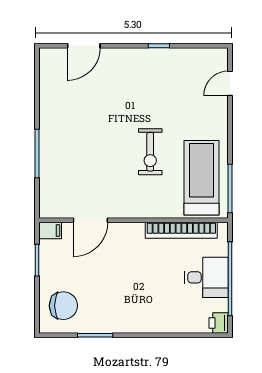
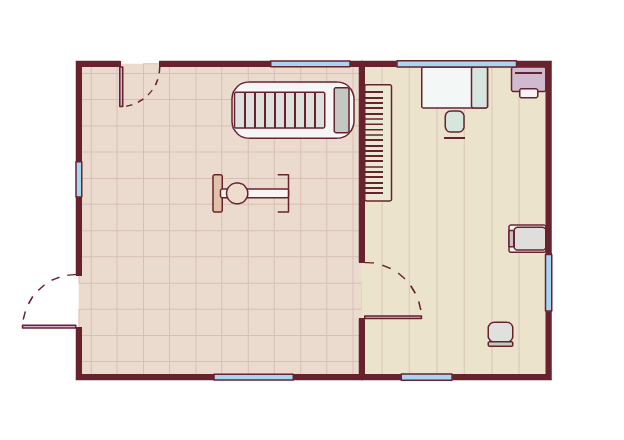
door: (84, 46) -> (79, 301), swing flipped
door: (230, 83) -> (140, 64), hinge flipped
exercise bike: (150, 152) -> (251, 193), turned 180
filing cabinet: (50, 231) -> (527, 239), moved, turned -90
chair: (63, 306) -> (501, 334), width x0.54, depth x0.54

